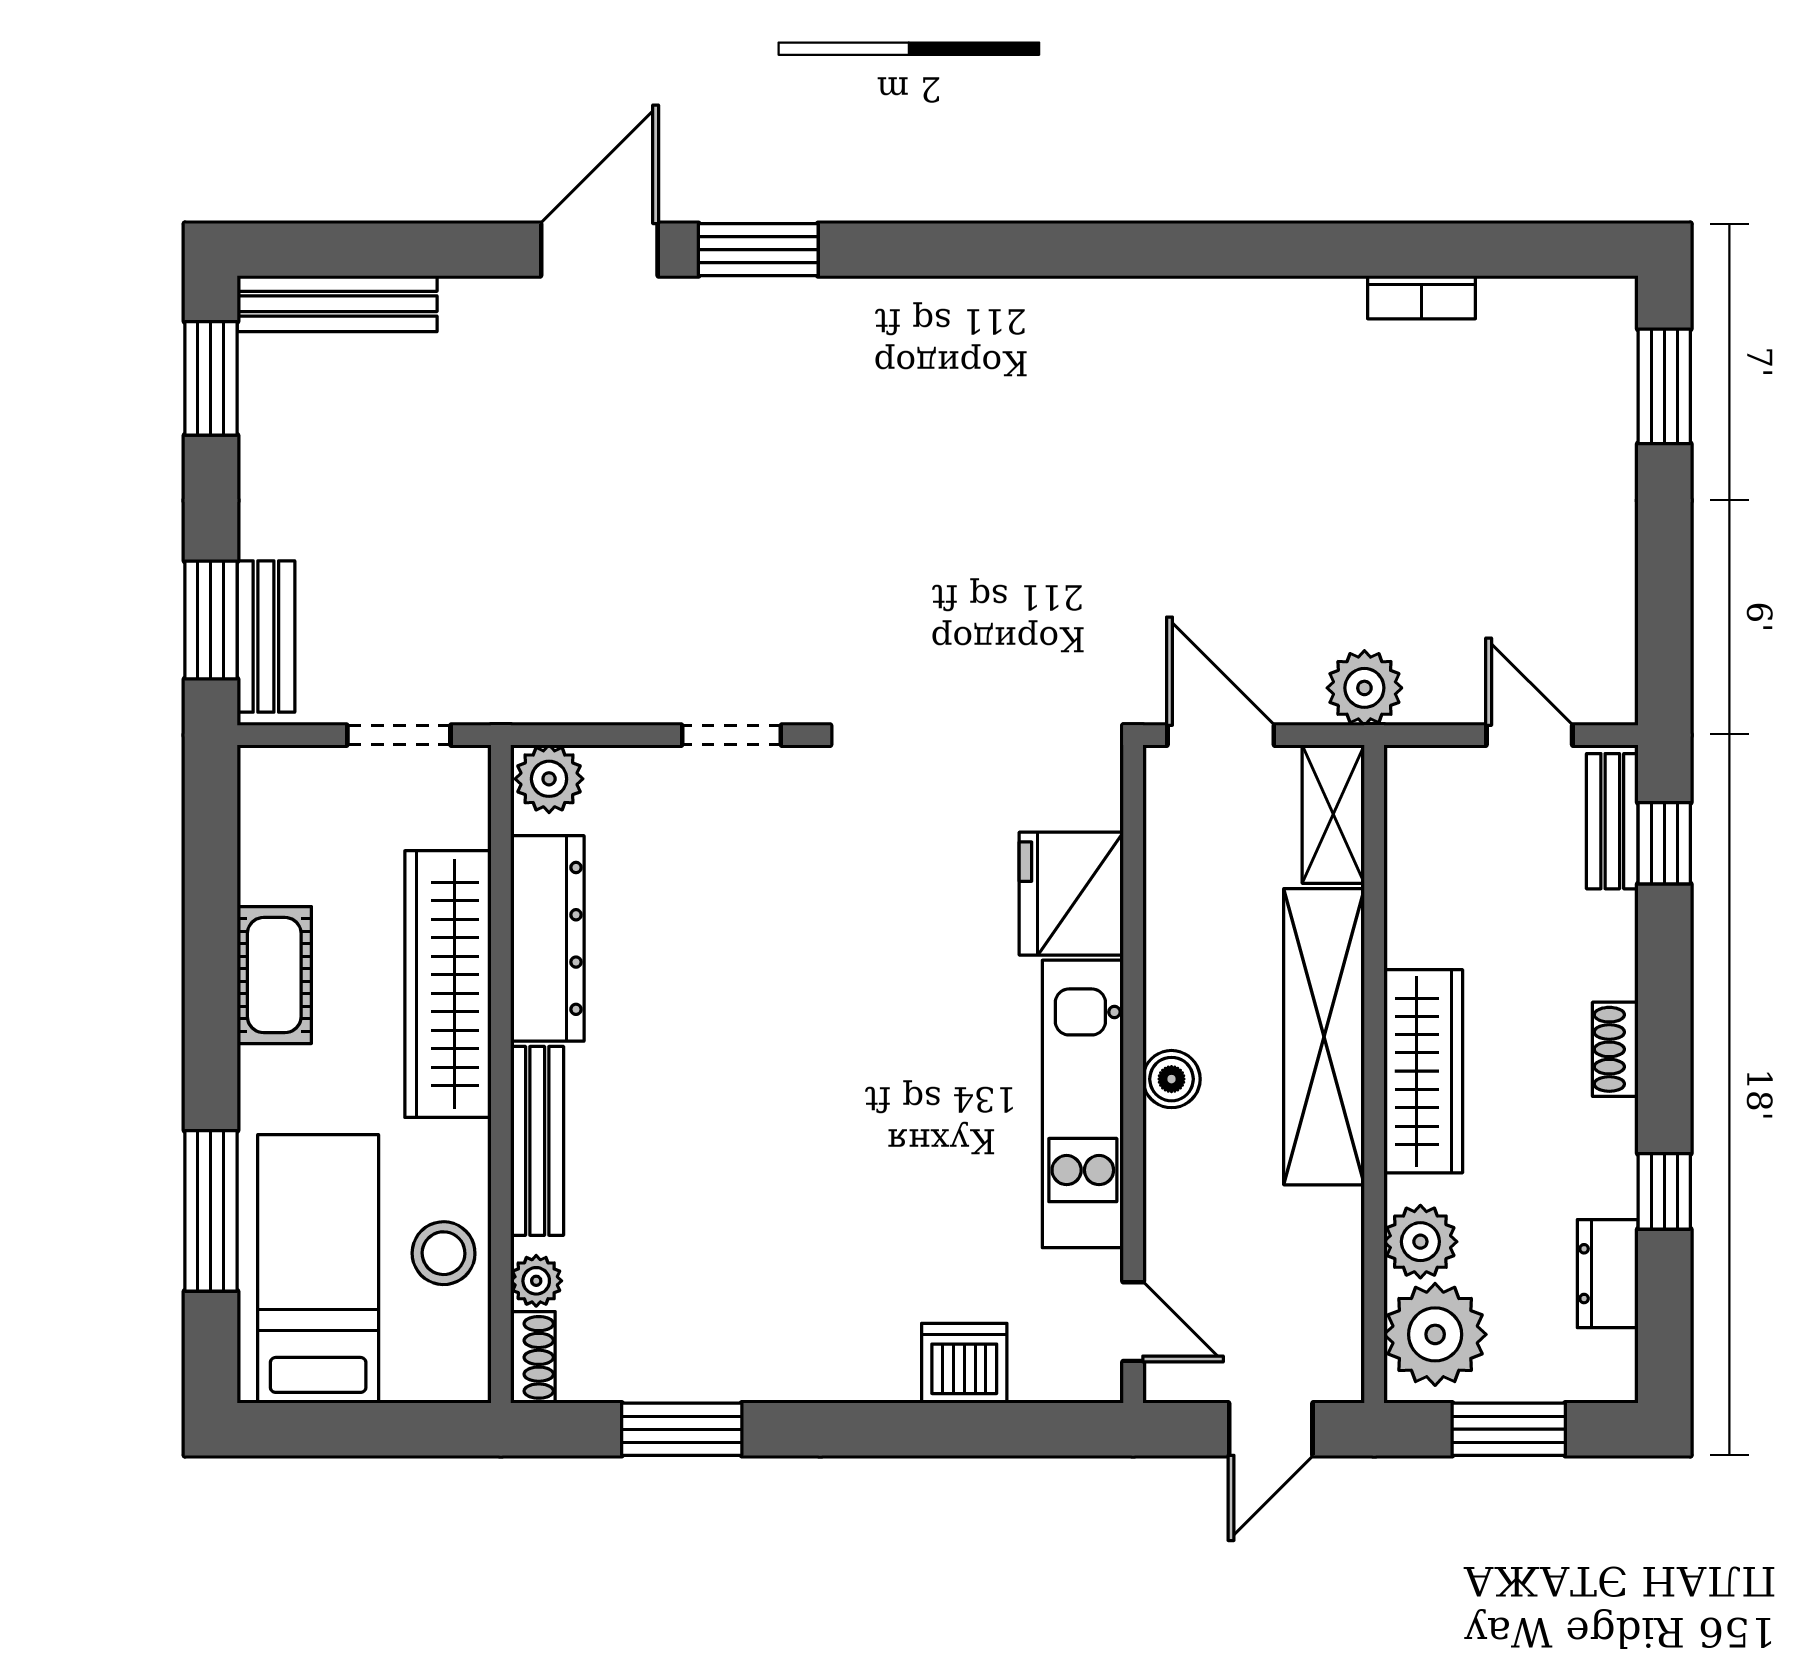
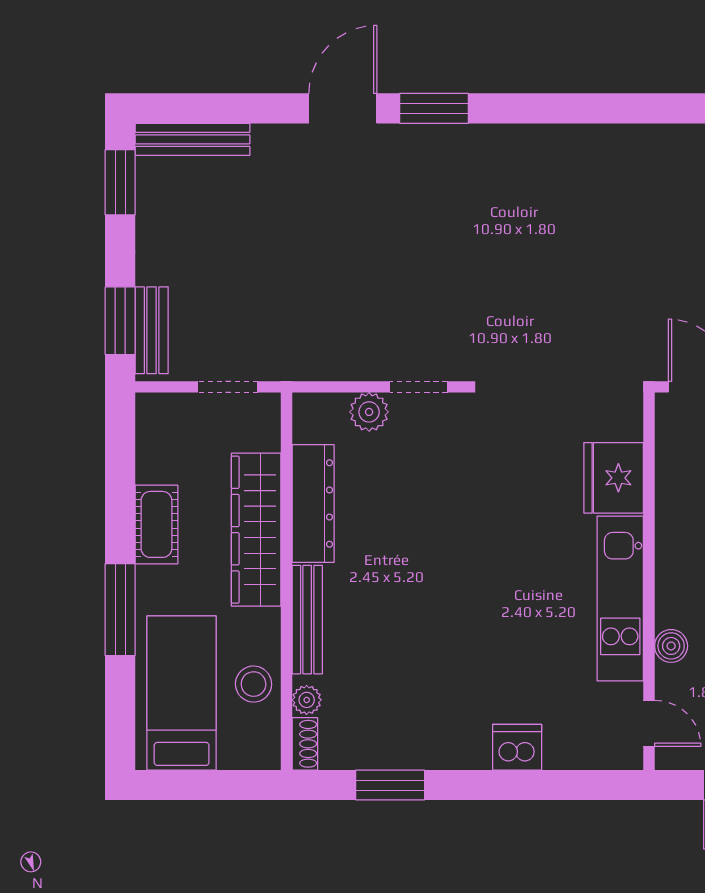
plant: (549, 779) -> (369, 412), moved
boiler: (1171, 1079) -> (671, 646), moved
window: (211, 1211) -> (120, 610), moved
dishwasher: (964, 1363) -> (517, 747), moved

